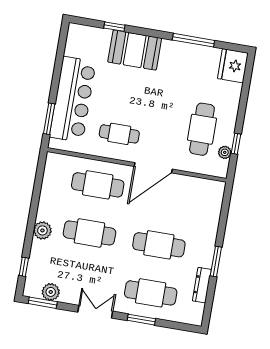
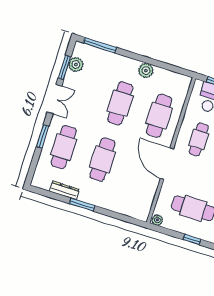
window: (236, 144) -> (192, 240), moved
plant: (225, 152) -> (157, 220), moved
plant: (42, 230) -> (146, 70), moved
window: (24, 267) -> (100, 45), width x2.17
window: (43, 303) -> (64, 67), moved

